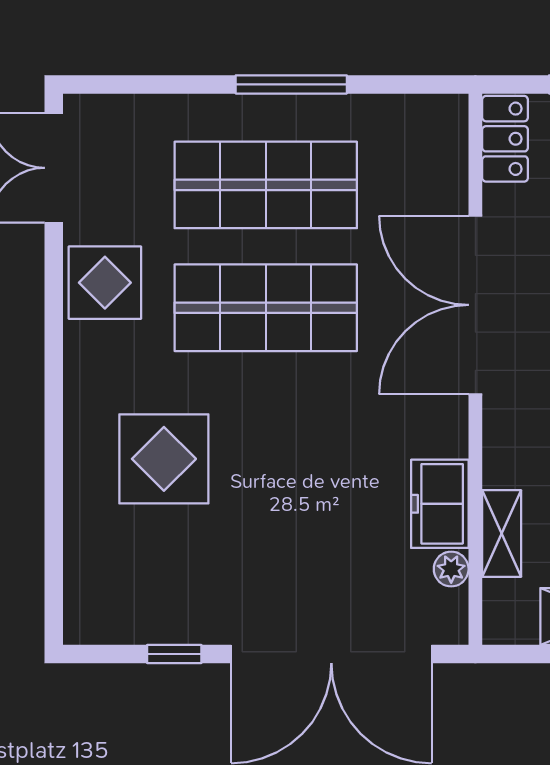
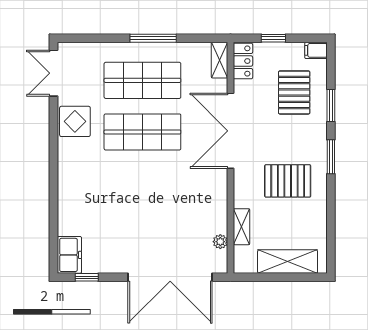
shelving: (449, 137) -> (219, 60), added
display table: (164, 459) -> (100, 195), removed
freezer: (440, 504) -> (69, 255), moved, turned 180
window: (174, 654) -> (87, 277), moved

